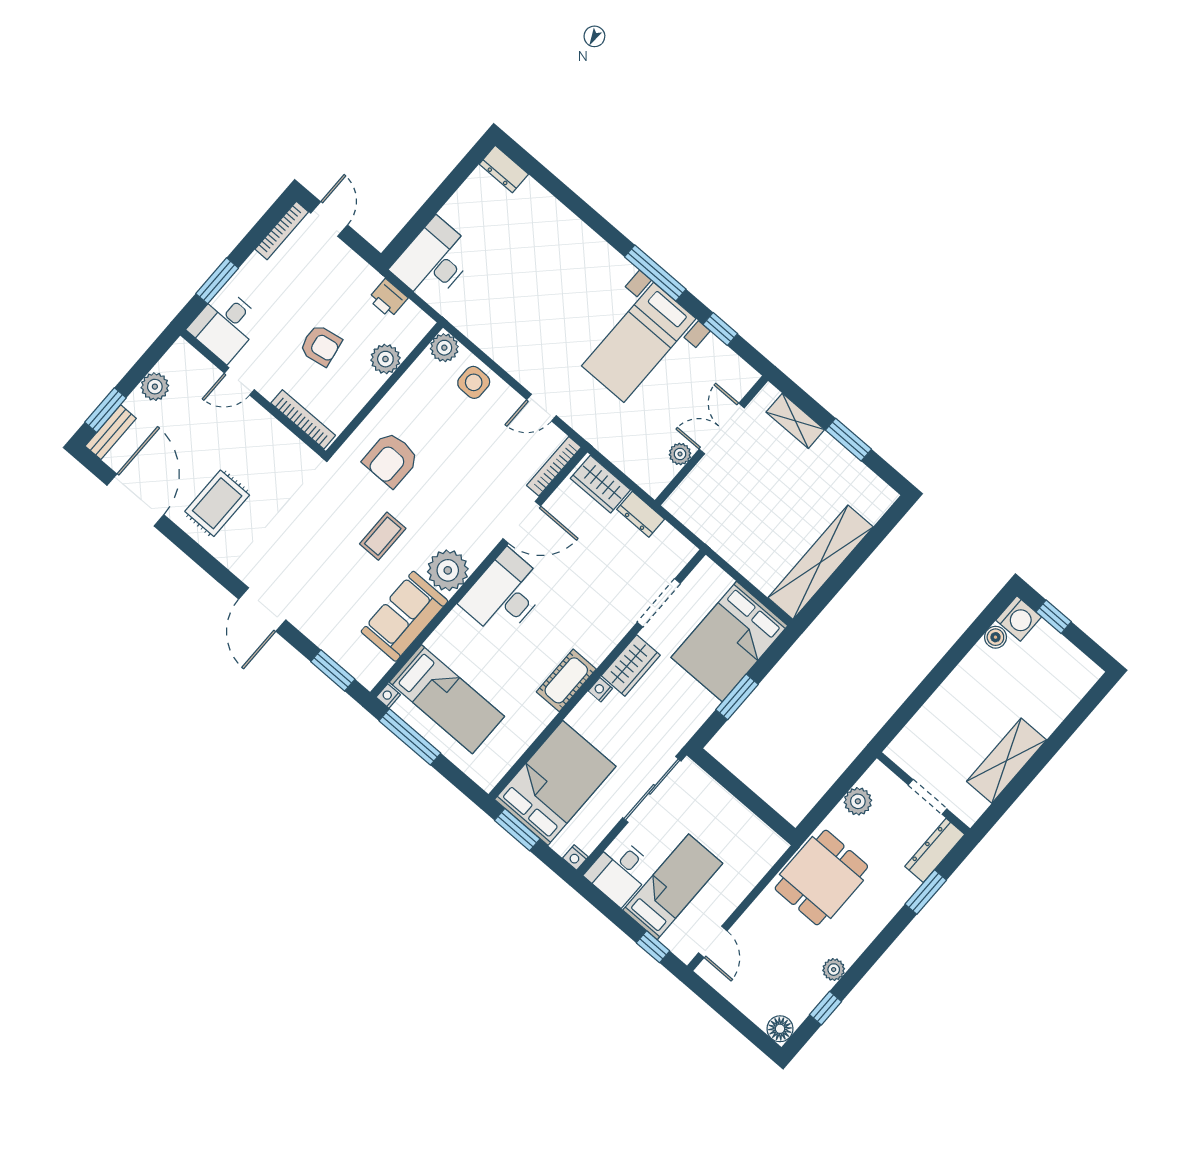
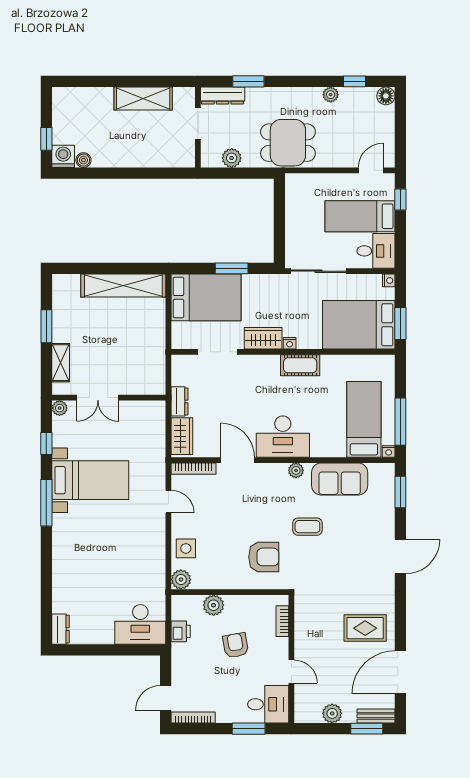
bookcase: (303, 419) -> (282, 621), width x0.64
plant: (680, 454) -> (60, 408), moved
plant: (448, 570) -> (296, 470), width x0.53, depth x0.53

